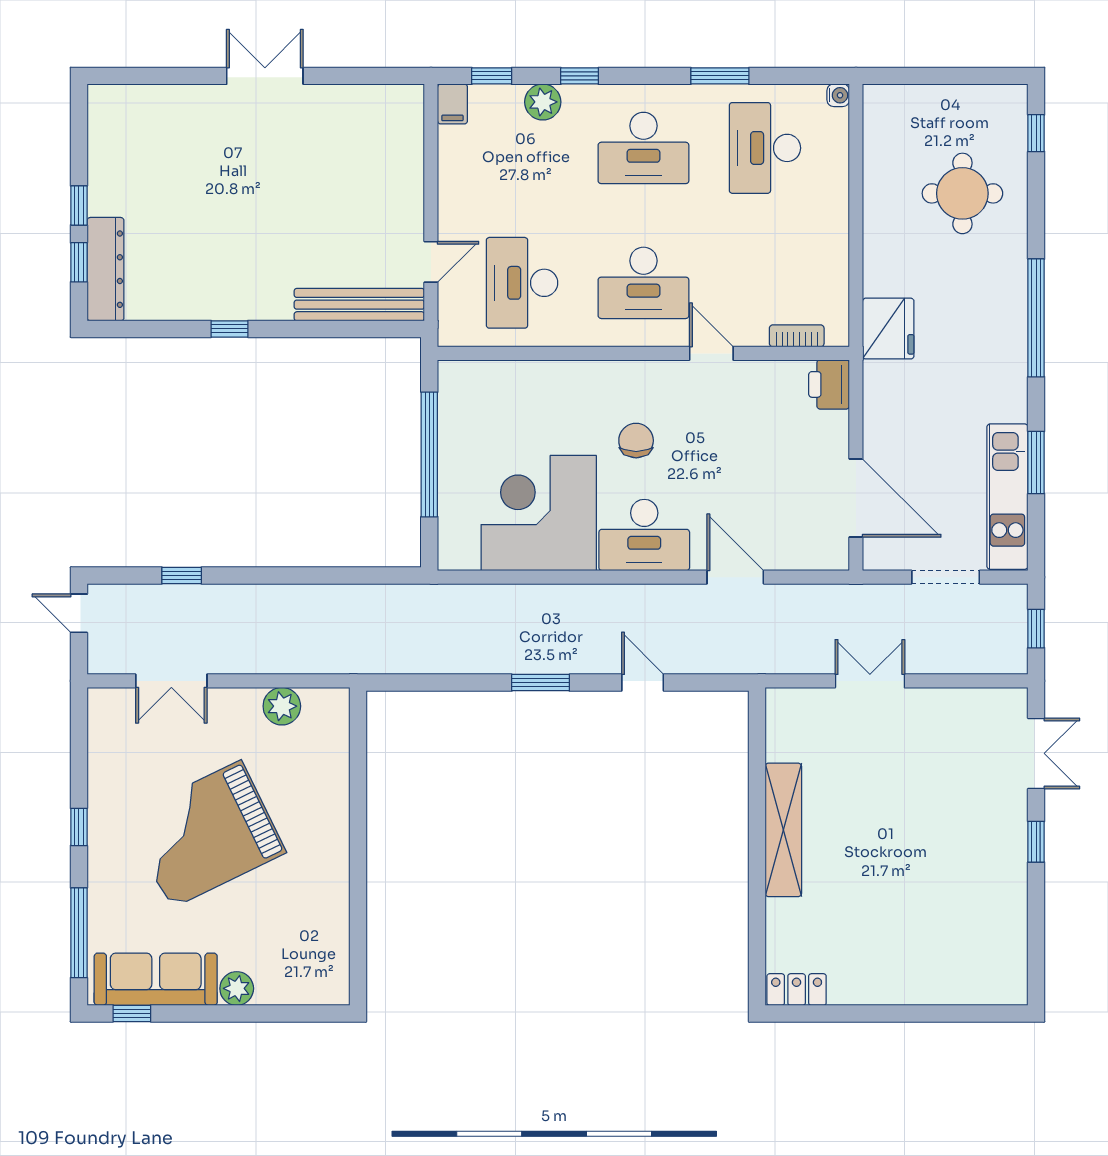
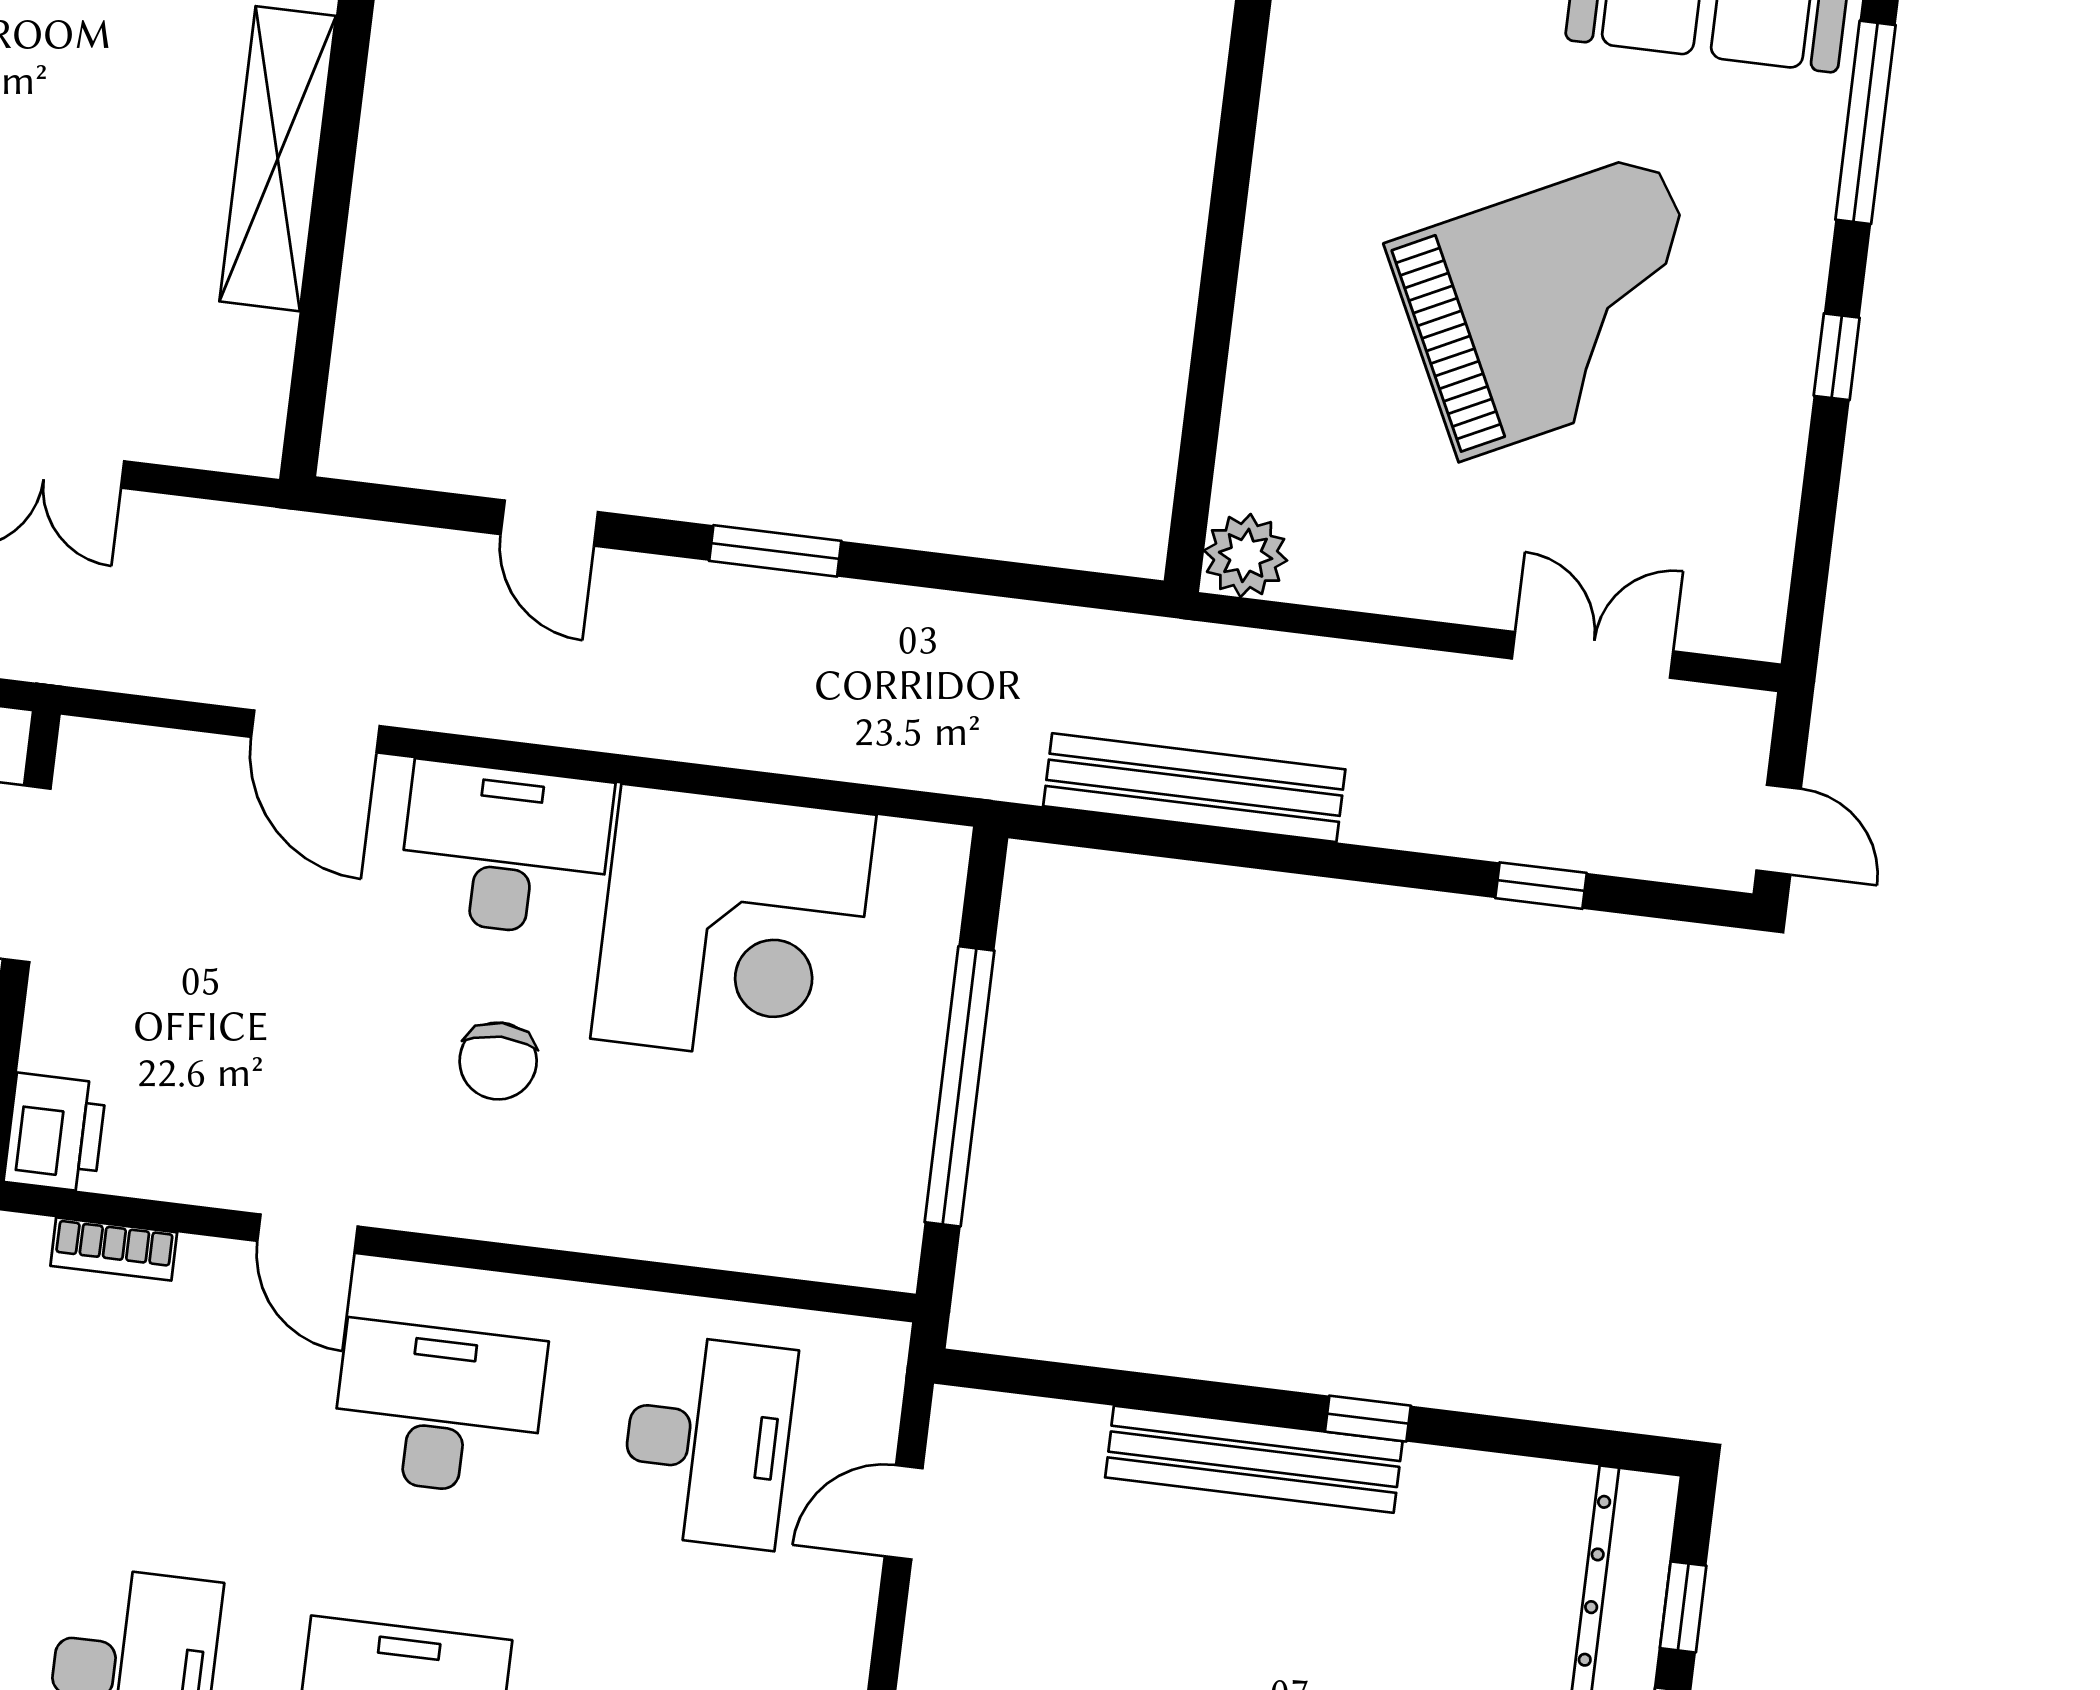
bench: (359, 305) -> (1254, 1459), moved
bench: (341, 600) -> (1194, 788), added
plant: (282, 706) -> (1246, 555), moved

